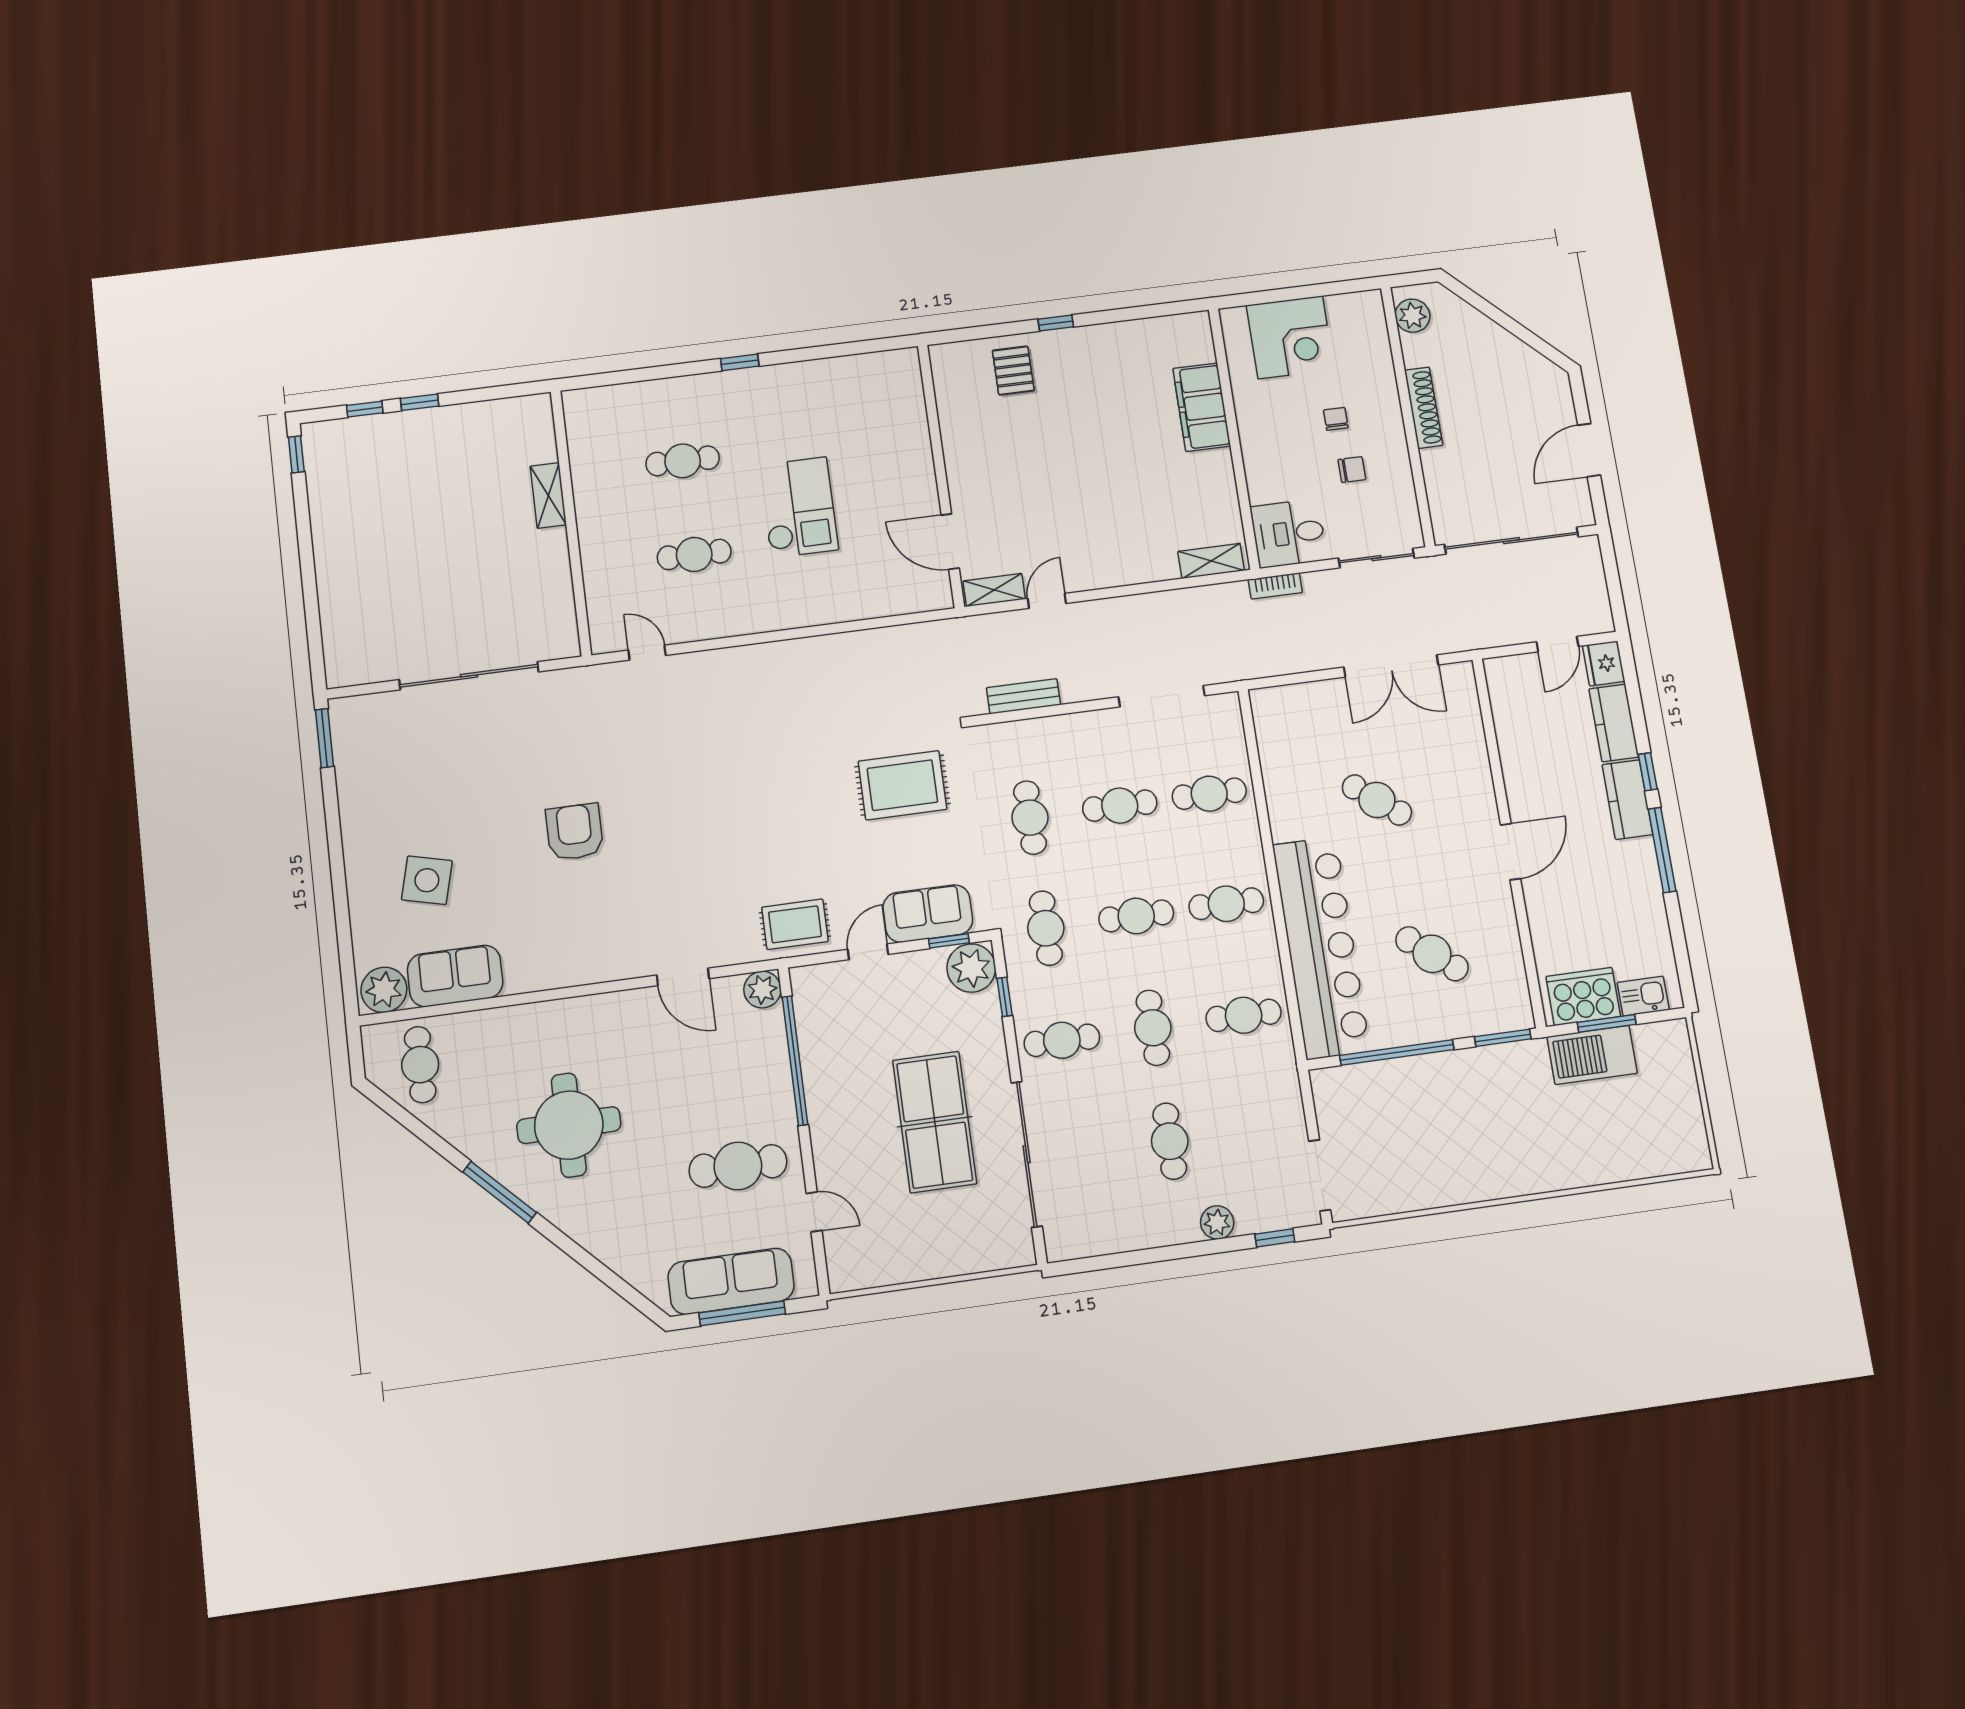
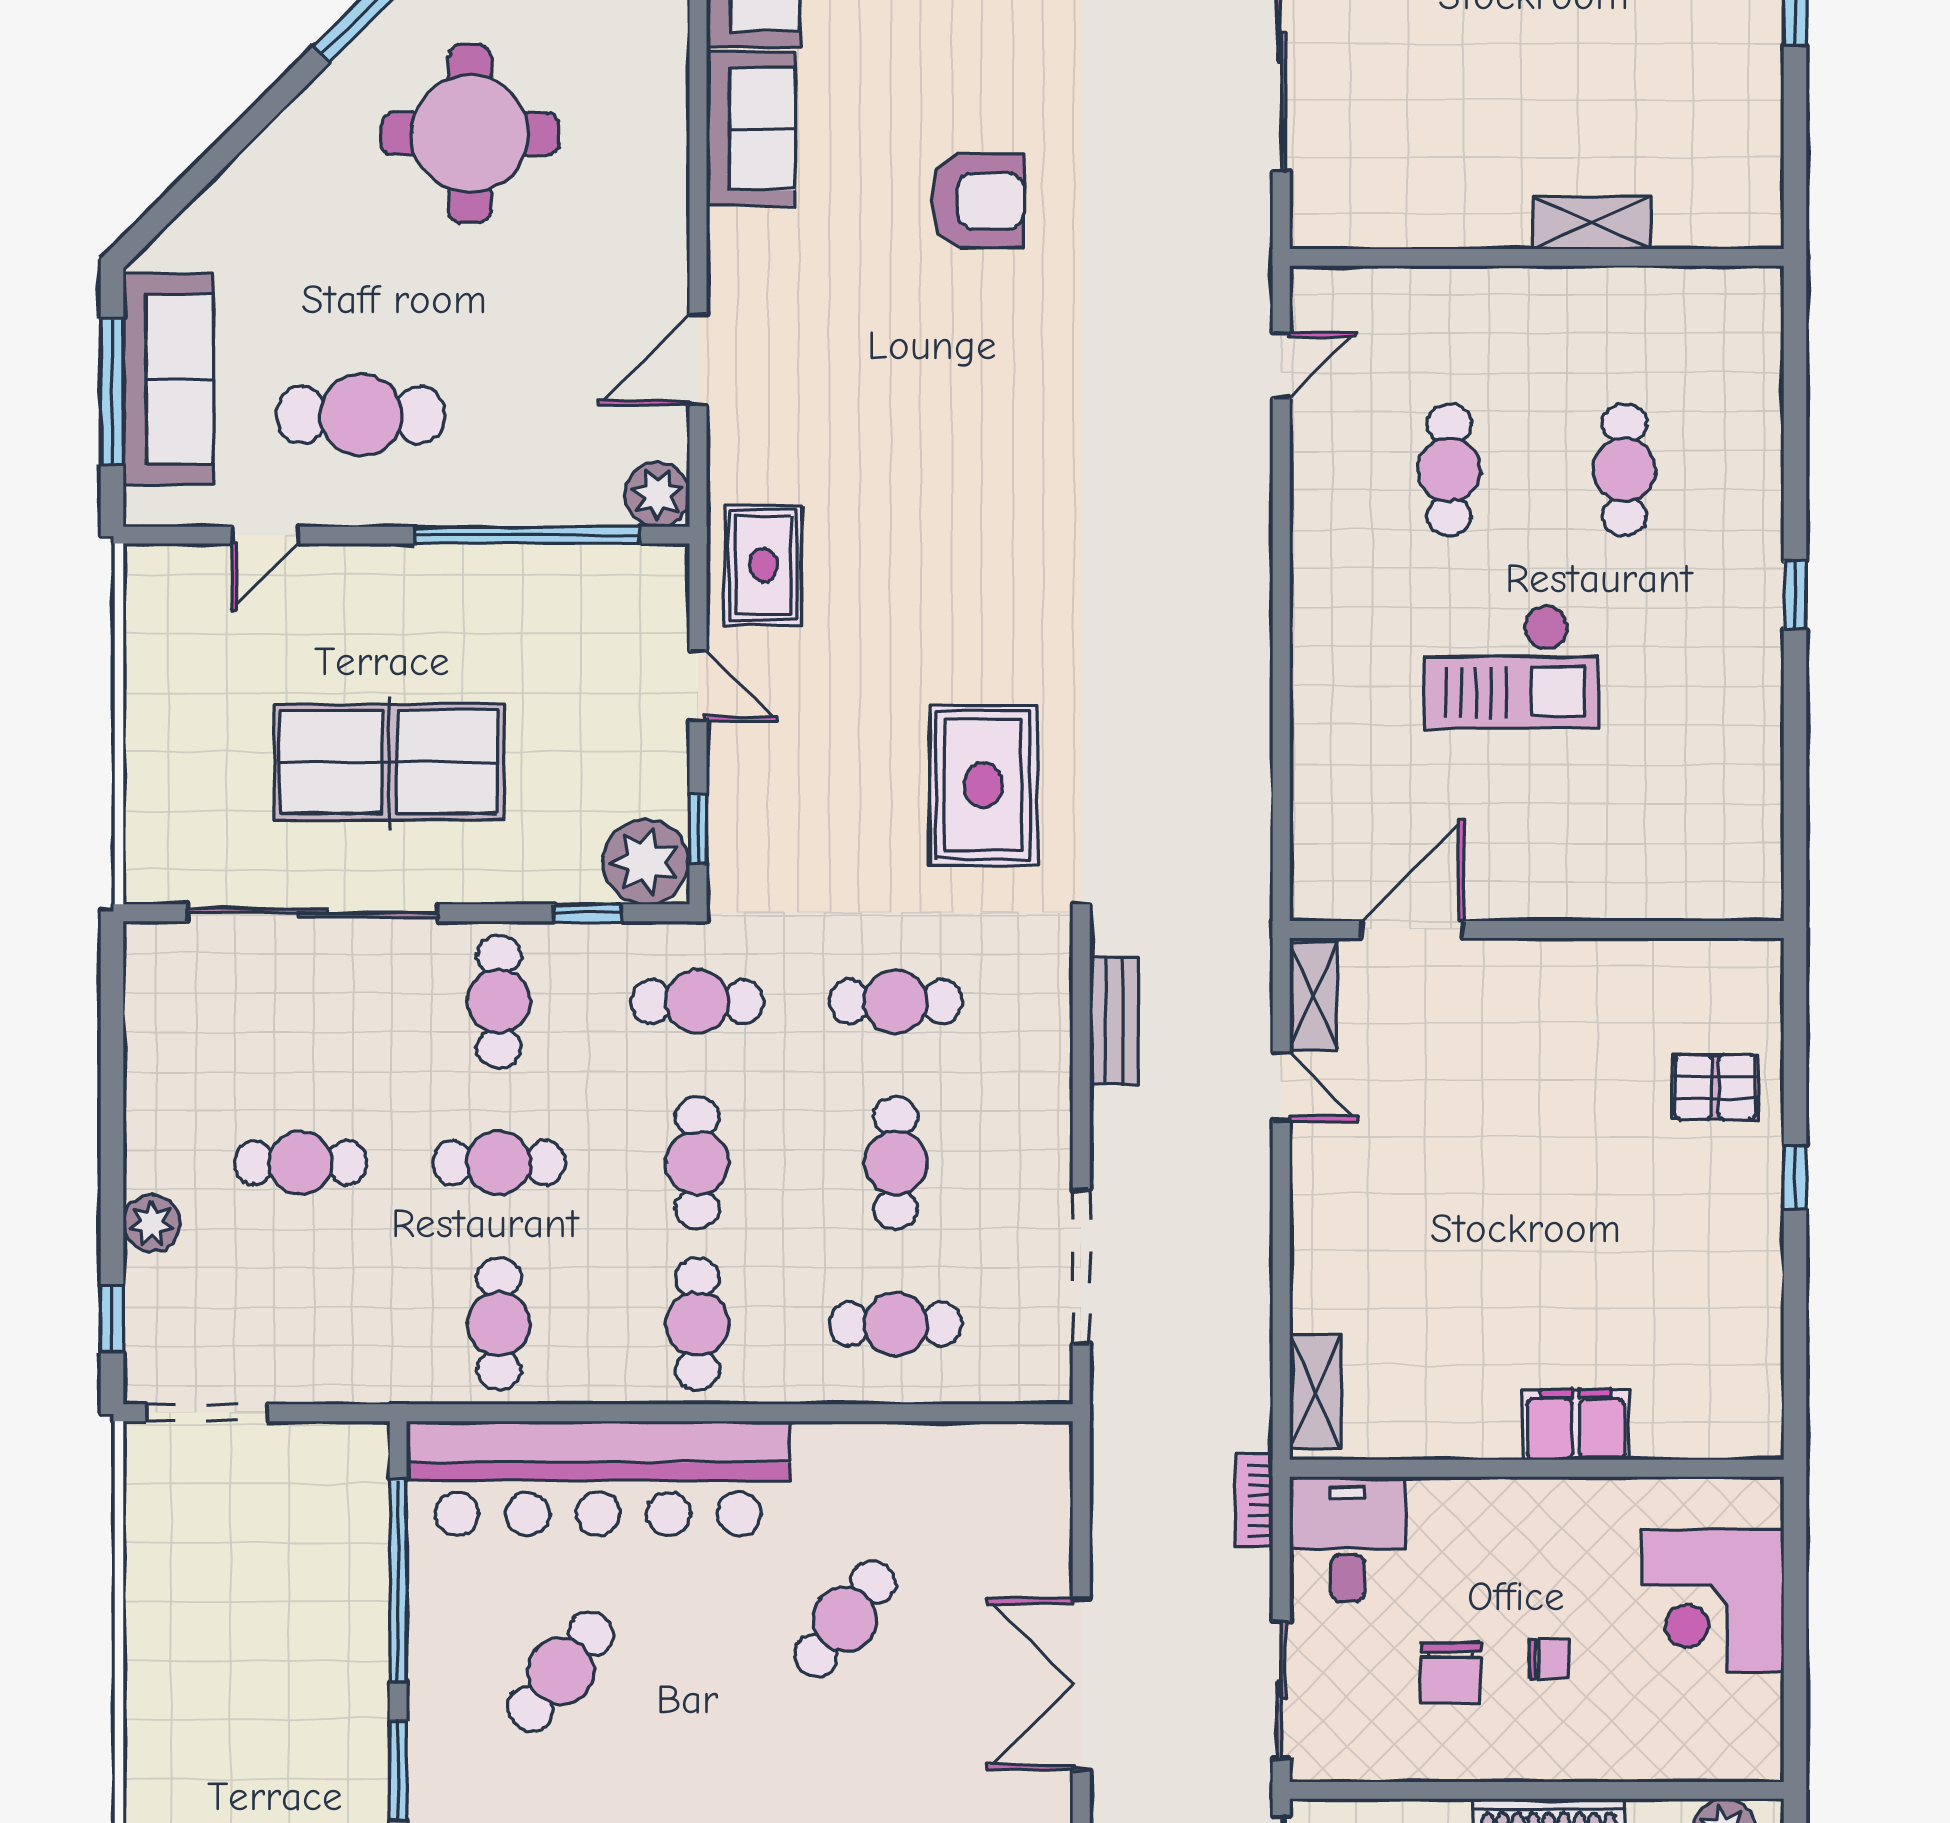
filing cabinet: (1202, 407) -> (1576, 1425), width x0.67, depth x0.86
chair: (1352, 470) -> (1451, 1673), width x1.37, depth x1.37
cafe table: (1209, 794) -> (896, 1324), turned 90
sofa: (928, 914) -> (751, 129), moved
cafe table: (738, 1166) -> (361, 415), turned 90

